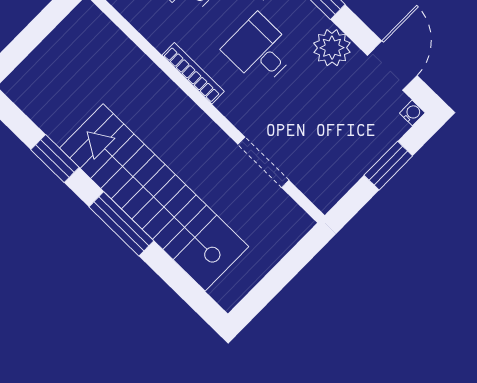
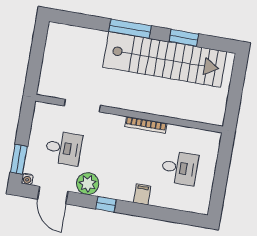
desk: (259, 50) -> (64, 148), moved
window: (388, 166) -> (19, 159), moved
stairs: (154, 197) -> (165, 59), moved

